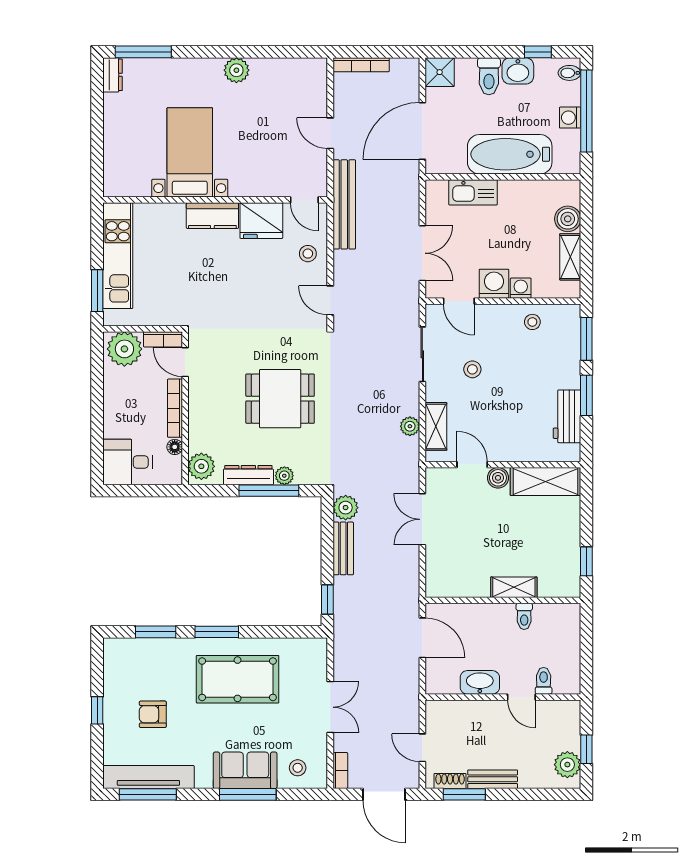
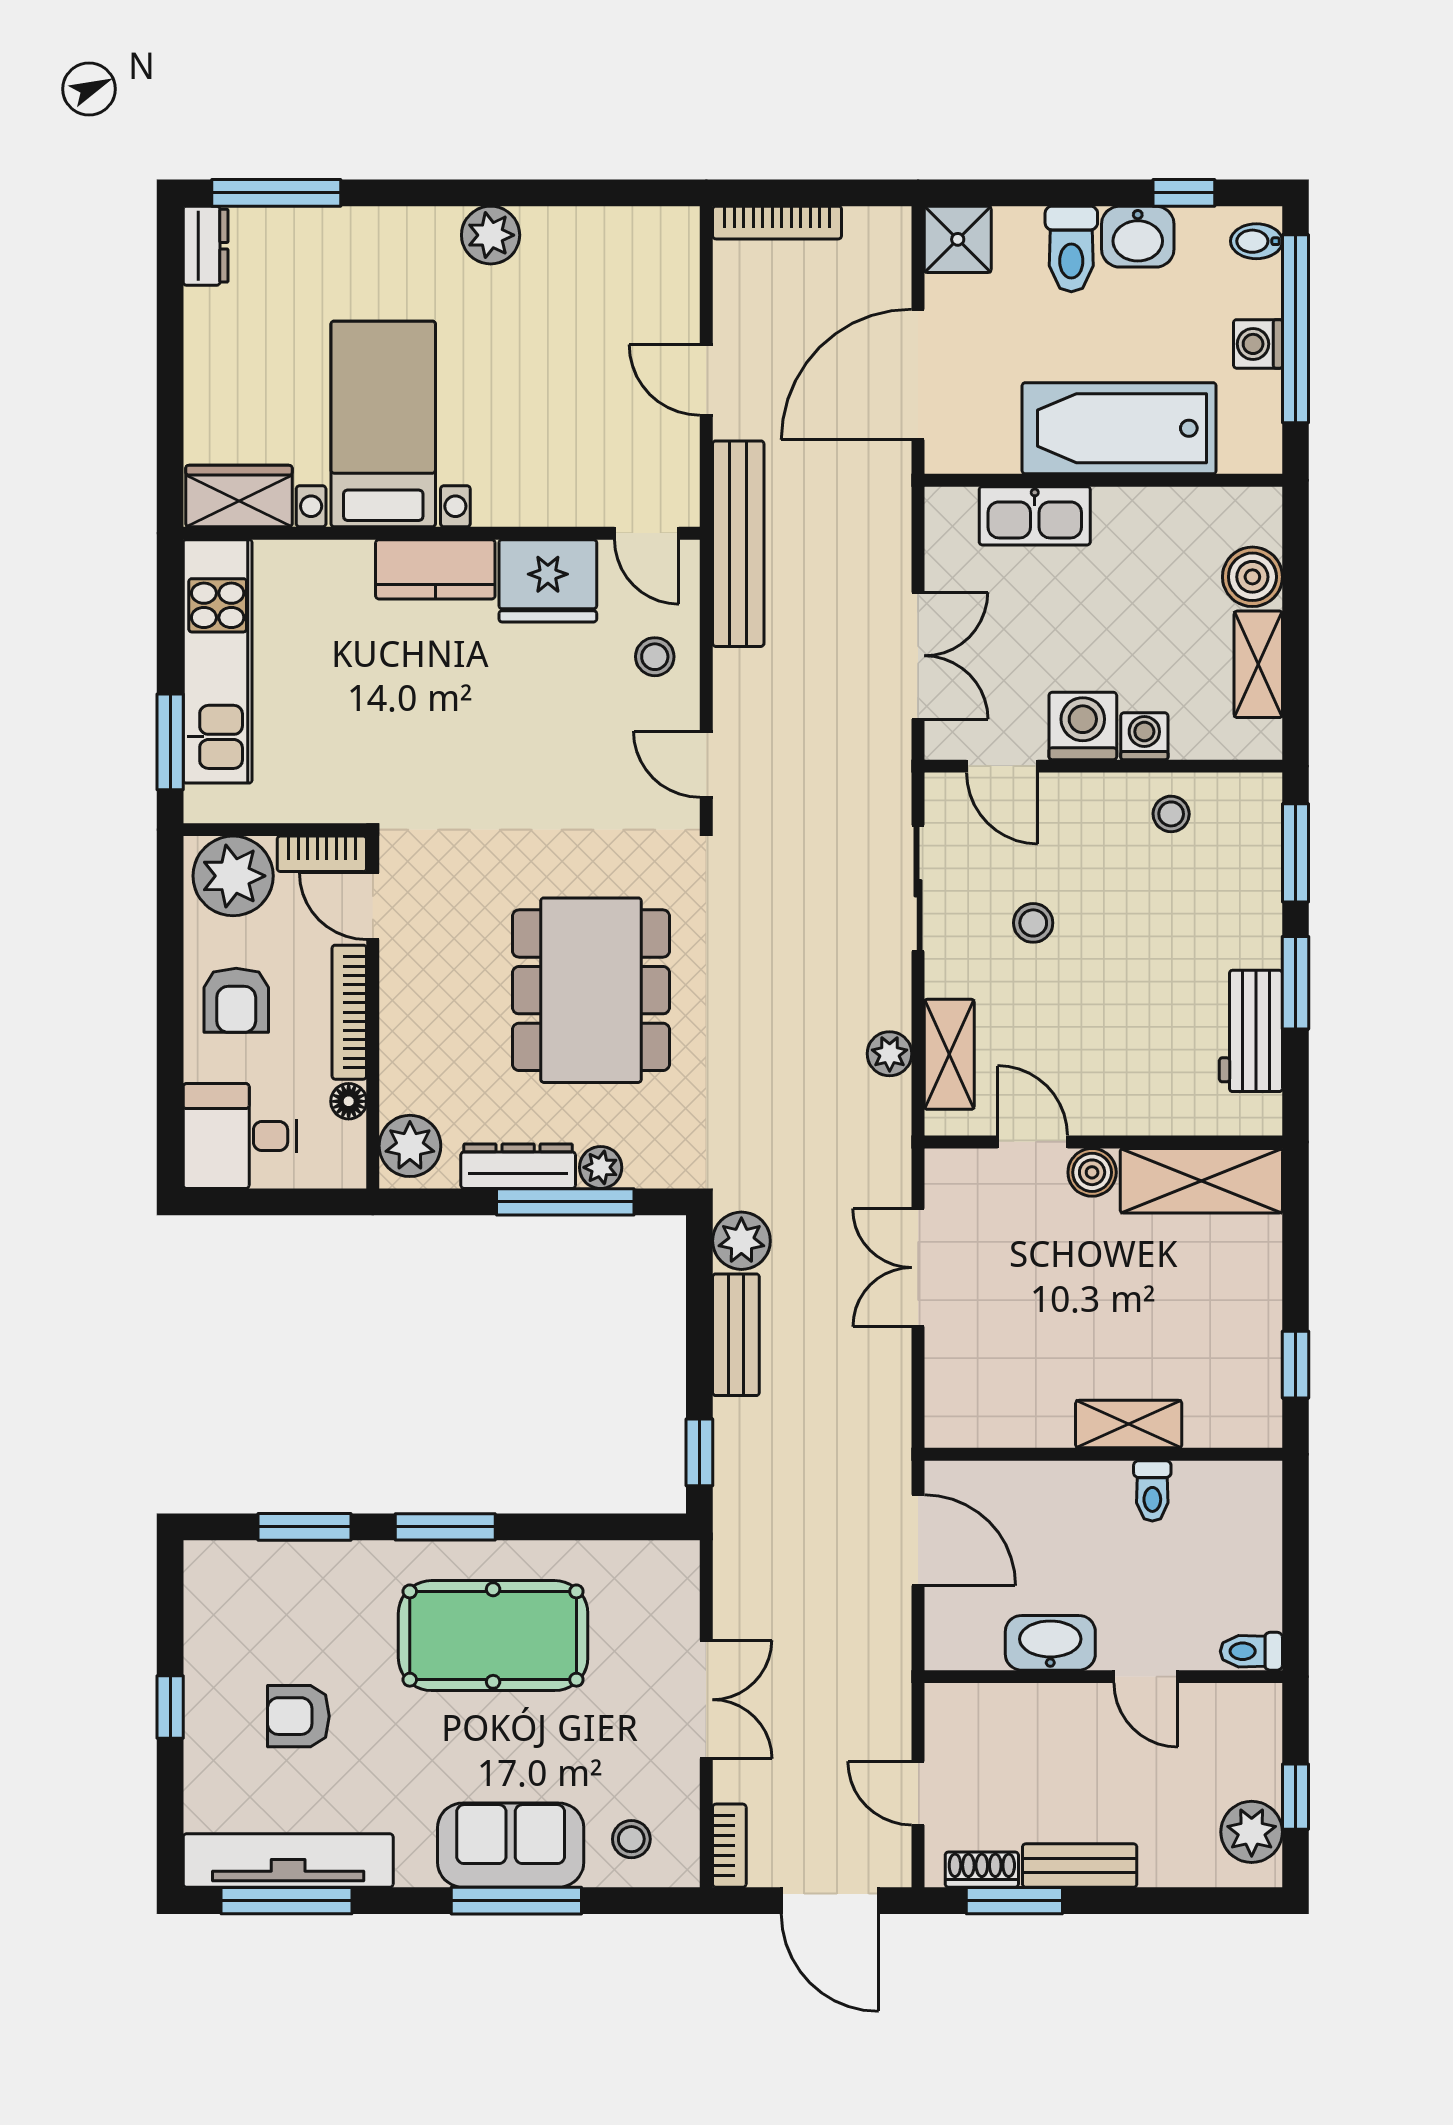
wardrobe: (127, 184) -> (239, 496), added
dining table: (280, 399) -> (591, 990), width x1.38
armchair: (126, 403) -> (236, 1000), added
toilet: (544, 681) -> (1251, 1651), moved, turned -90

